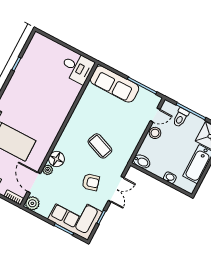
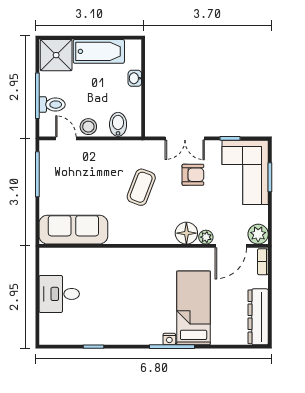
desk: (77, 68) -> (59, 294), moved, turned -90
sofa: (115, 84) -> (73, 230), moved, turned -90
bidet: (142, 161) -> (118, 124), moved
armchair: (91, 182) -> (193, 175), turned 105
double door: (116, 189) -> (185, 138), swing flipped

